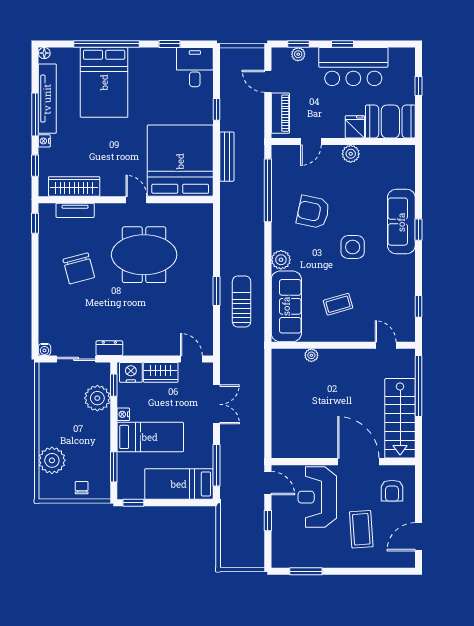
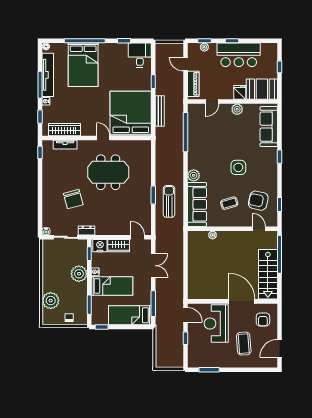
armchair: (313, 212) -> (258, 201), moved
sofa: (401, 222) -> (269, 127), moved
chair: (79, 268) -> (73, 199), moved
plant: (97, 398) -> (79, 274), moved

